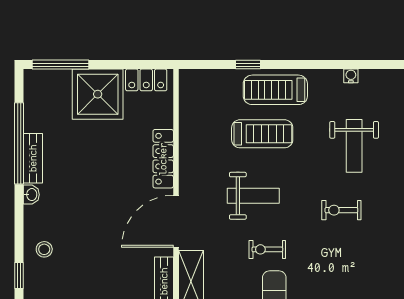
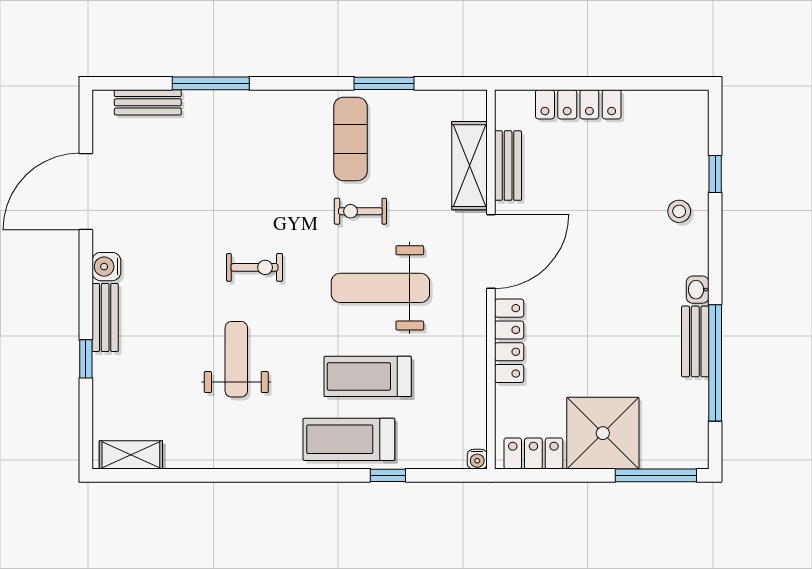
water cooler: (351, 76) -> (477, 459), moved
treadmill: (275, 90) -> (349, 439), turned 180
weight bench: (253, 196) -> (380, 288), width x1.36, depth x1.33
exercise bike: (267, 249) -> (360, 211), turned 180

